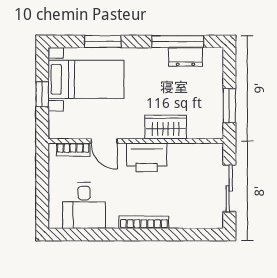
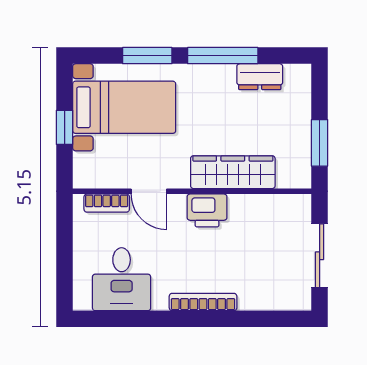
window: (178, 41) -> (223, 56), moved
wardrobe: (166, 127) -> (233, 172), width x1.50
printer: (147, 157) -> (207, 210), width x0.73, depth x0.84

